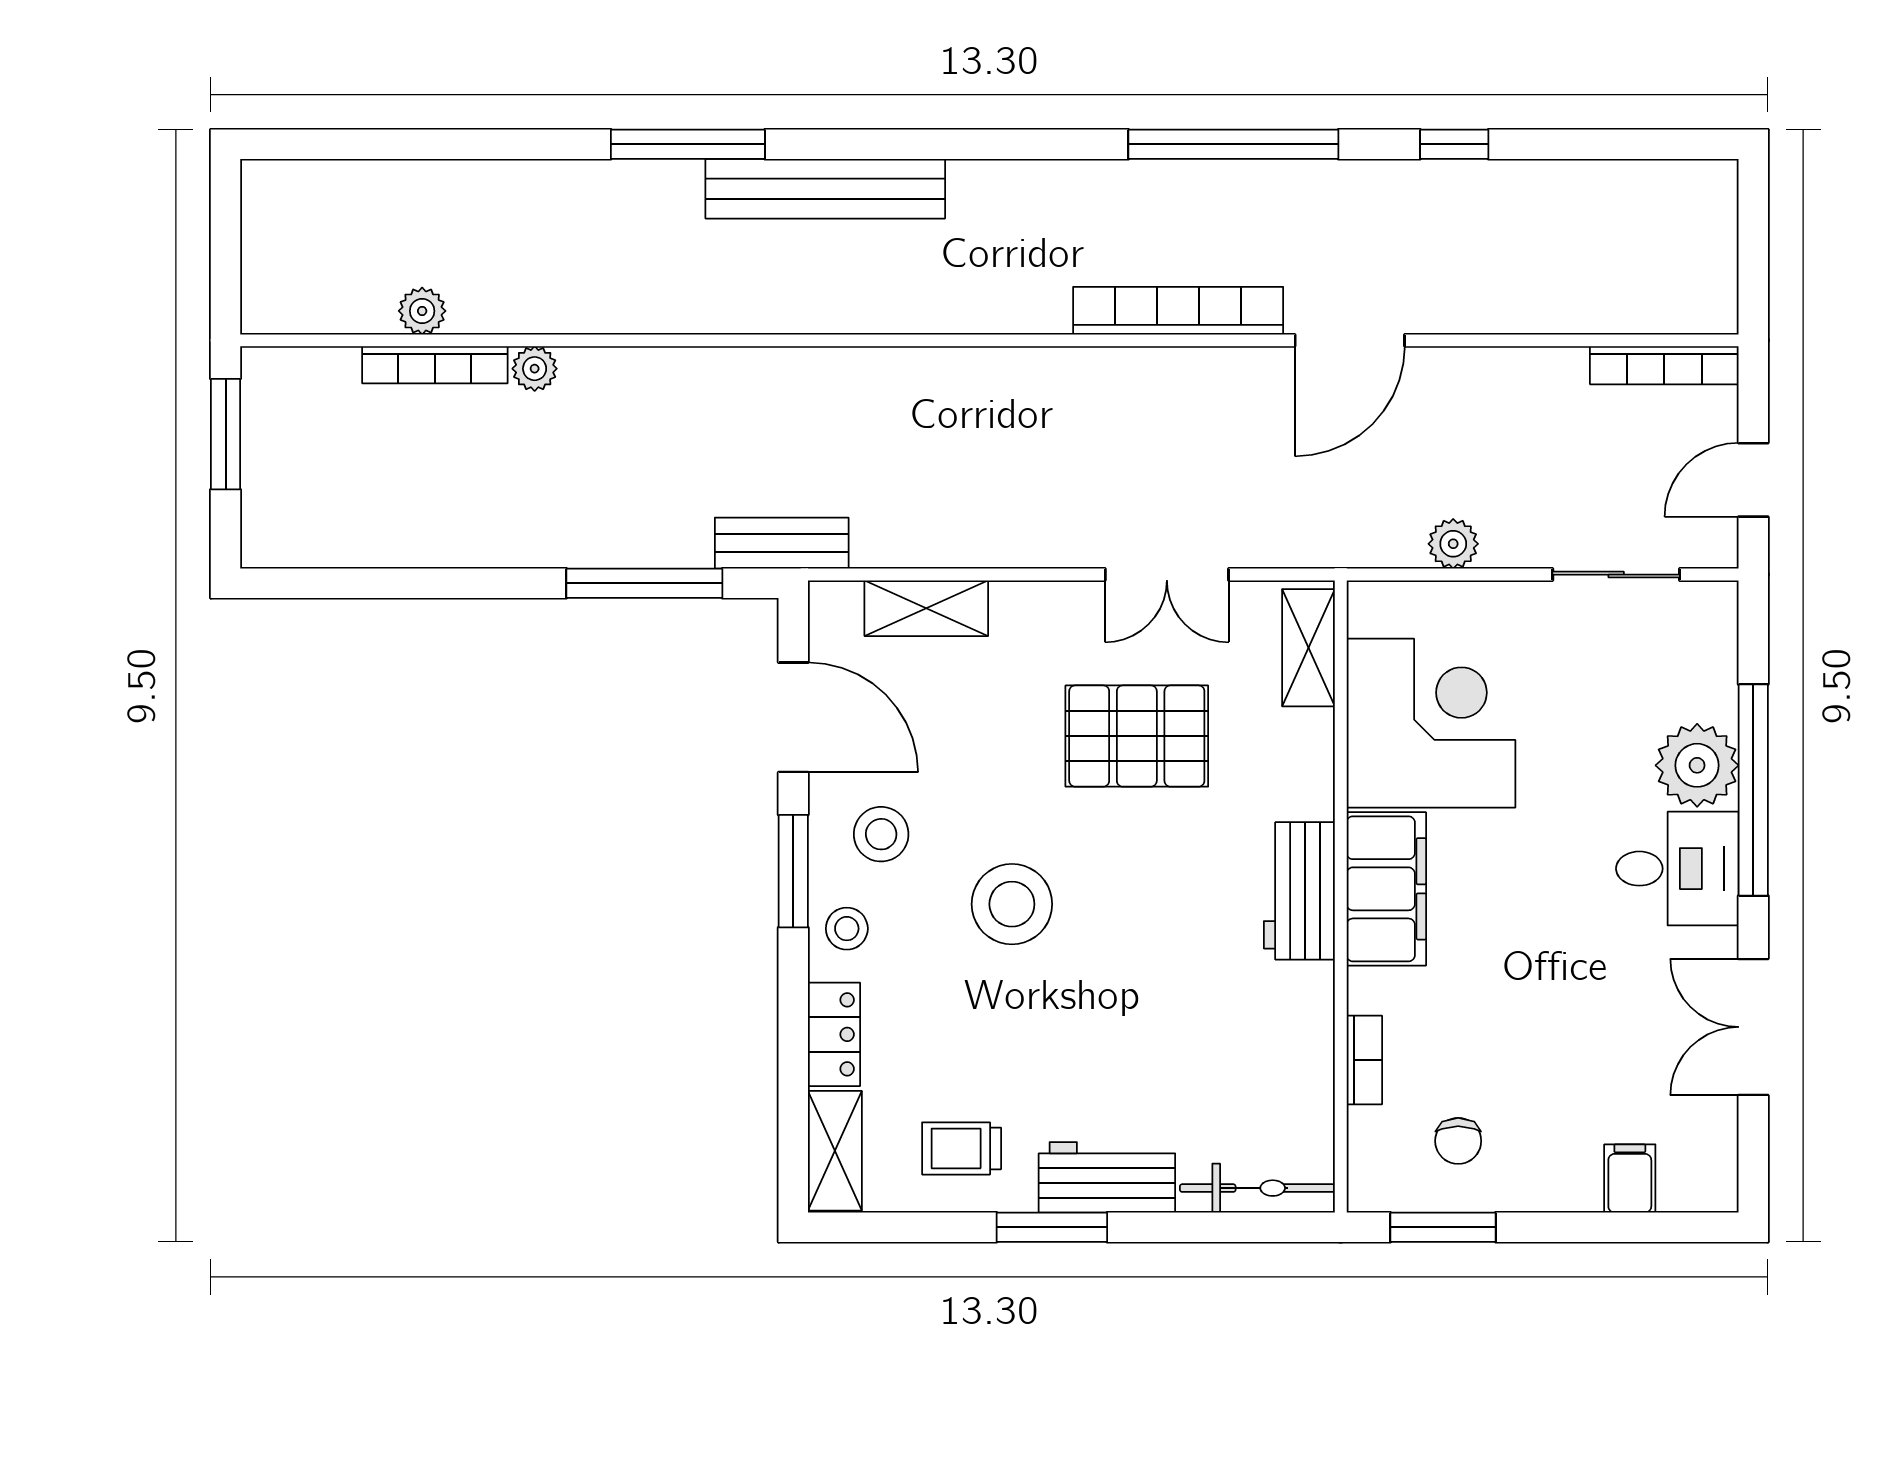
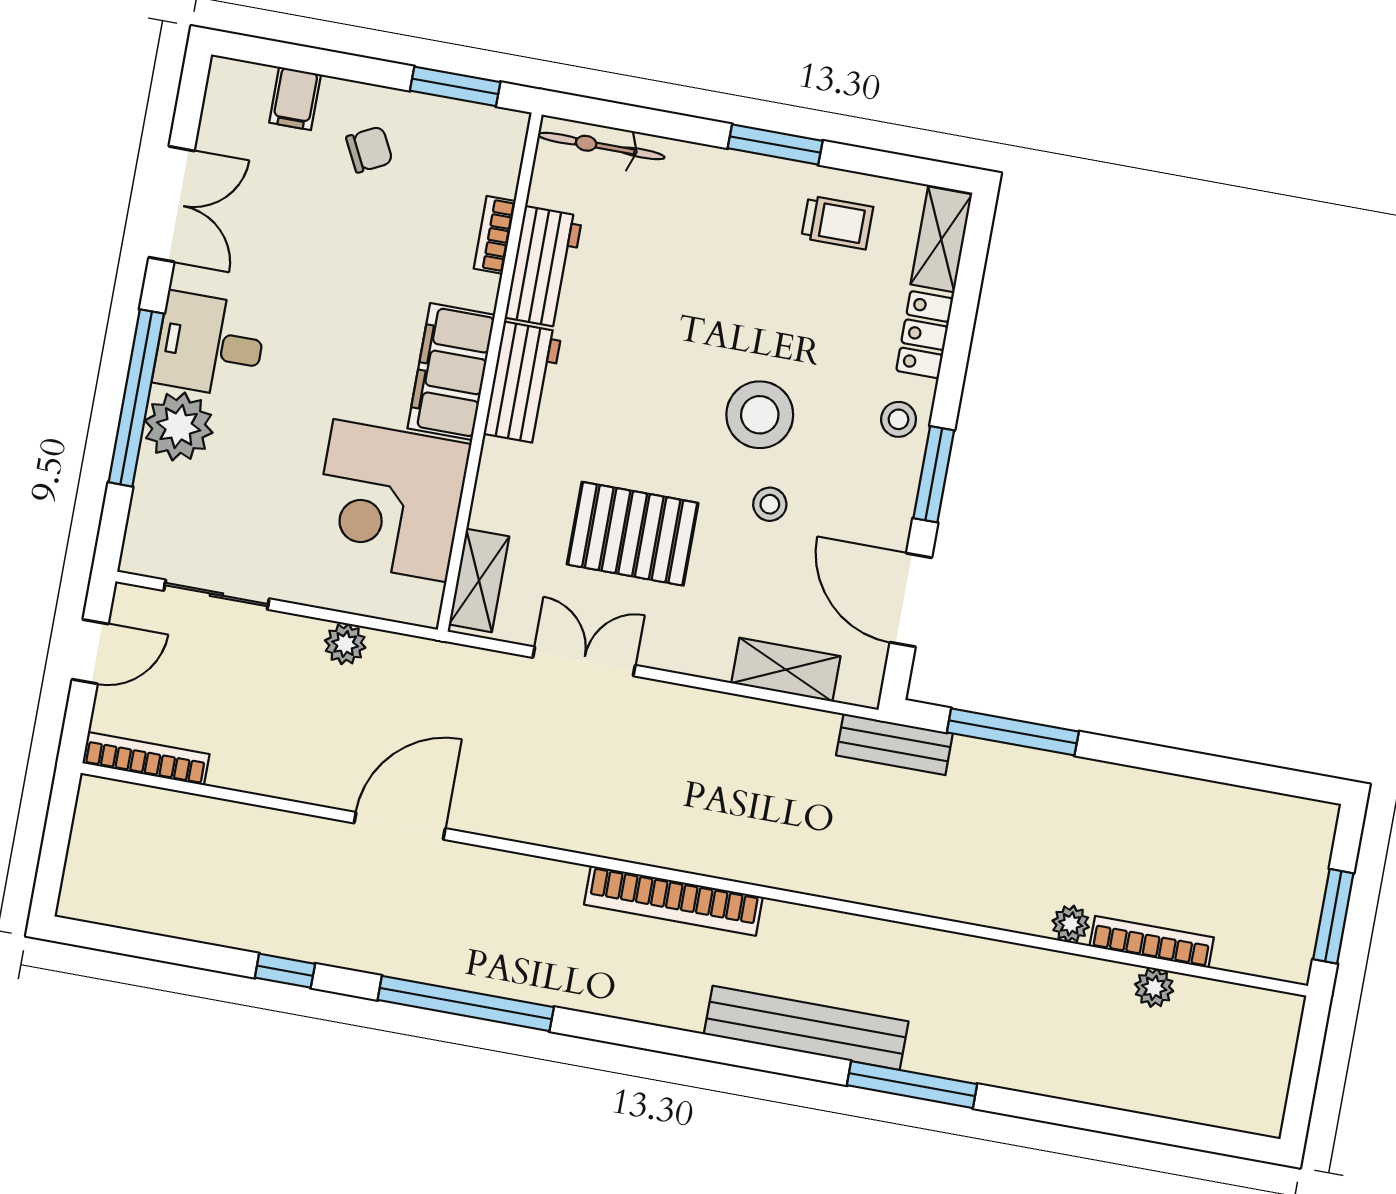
bookcase: (1178, 311) -> (673, 901), moved
stool: (881, 834) -> (770, 504), moved, width x0.73, depth x0.73
chair: (1458, 1141) -> (369, 149), moved, turned 63
workbench: (1107, 1177) -> (544, 267), moved, turned -90

